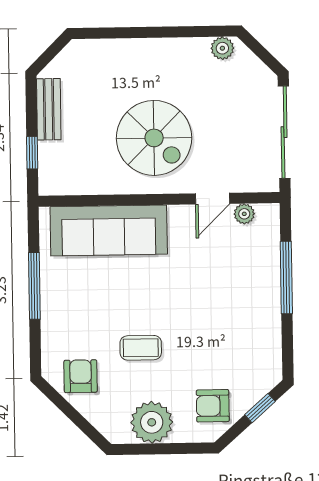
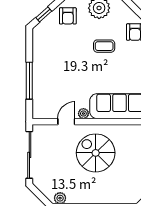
plant: (244, 214) -> (83, 114), moved
armchair: (213, 406) -> (68, 16), turned 90

